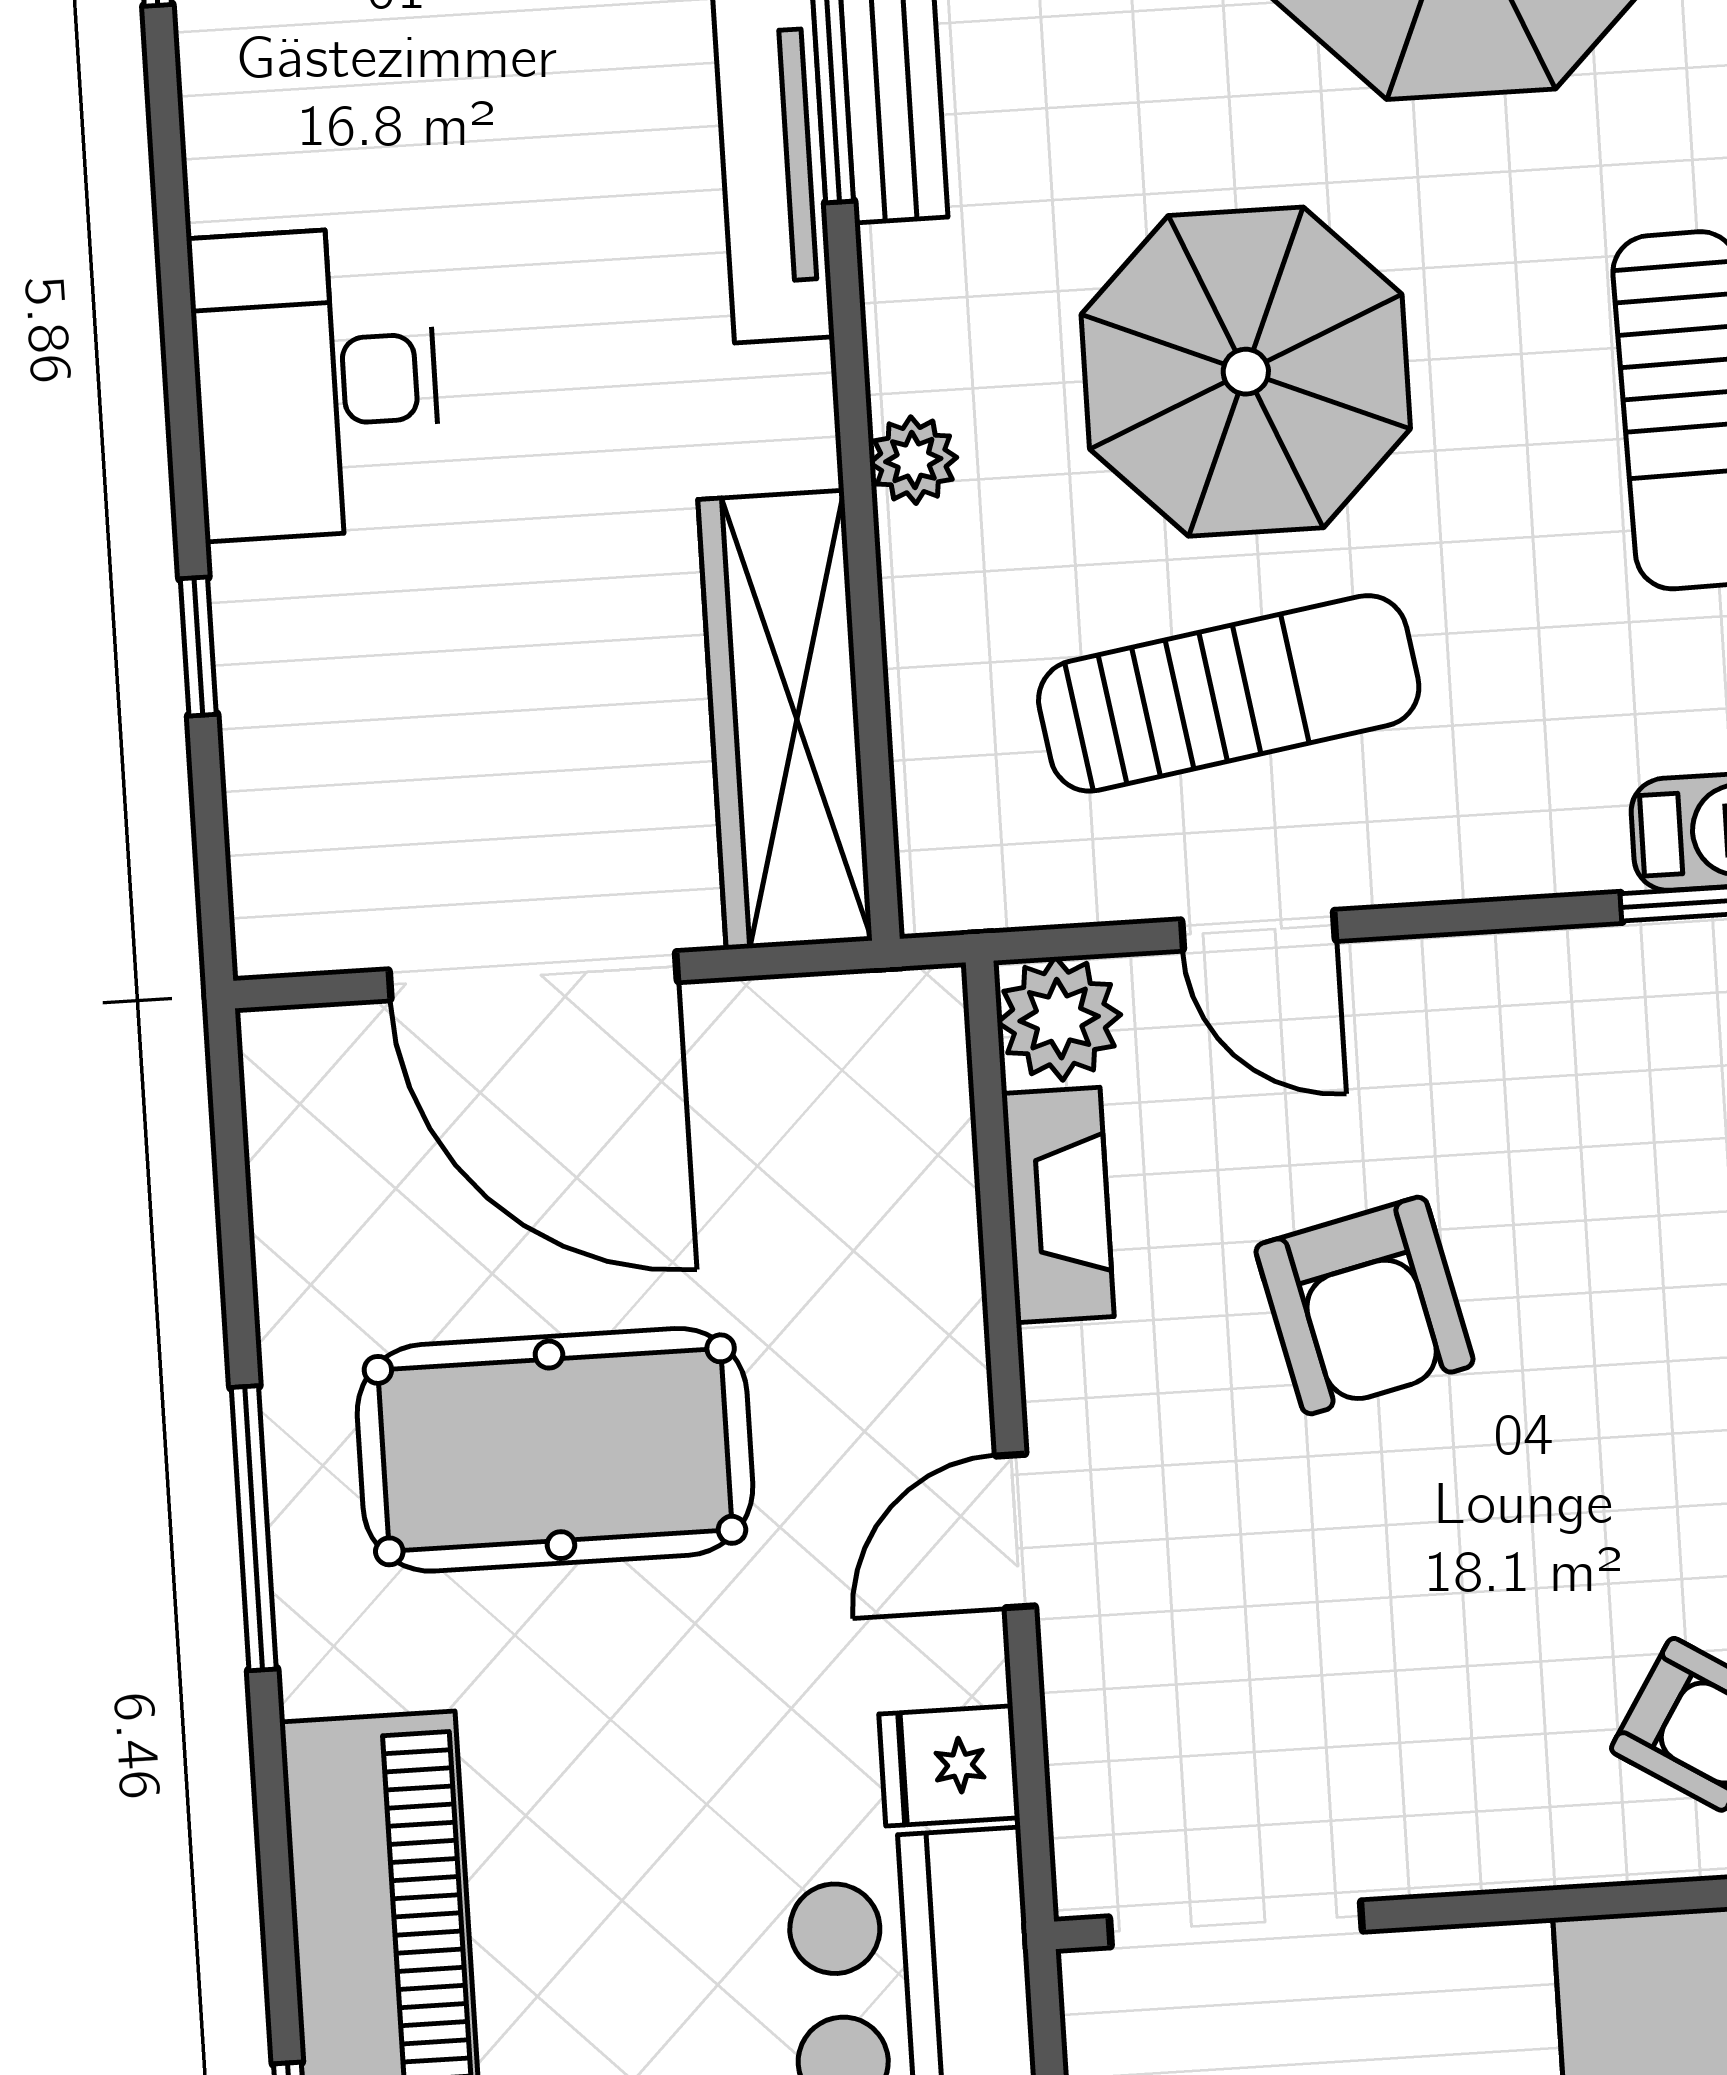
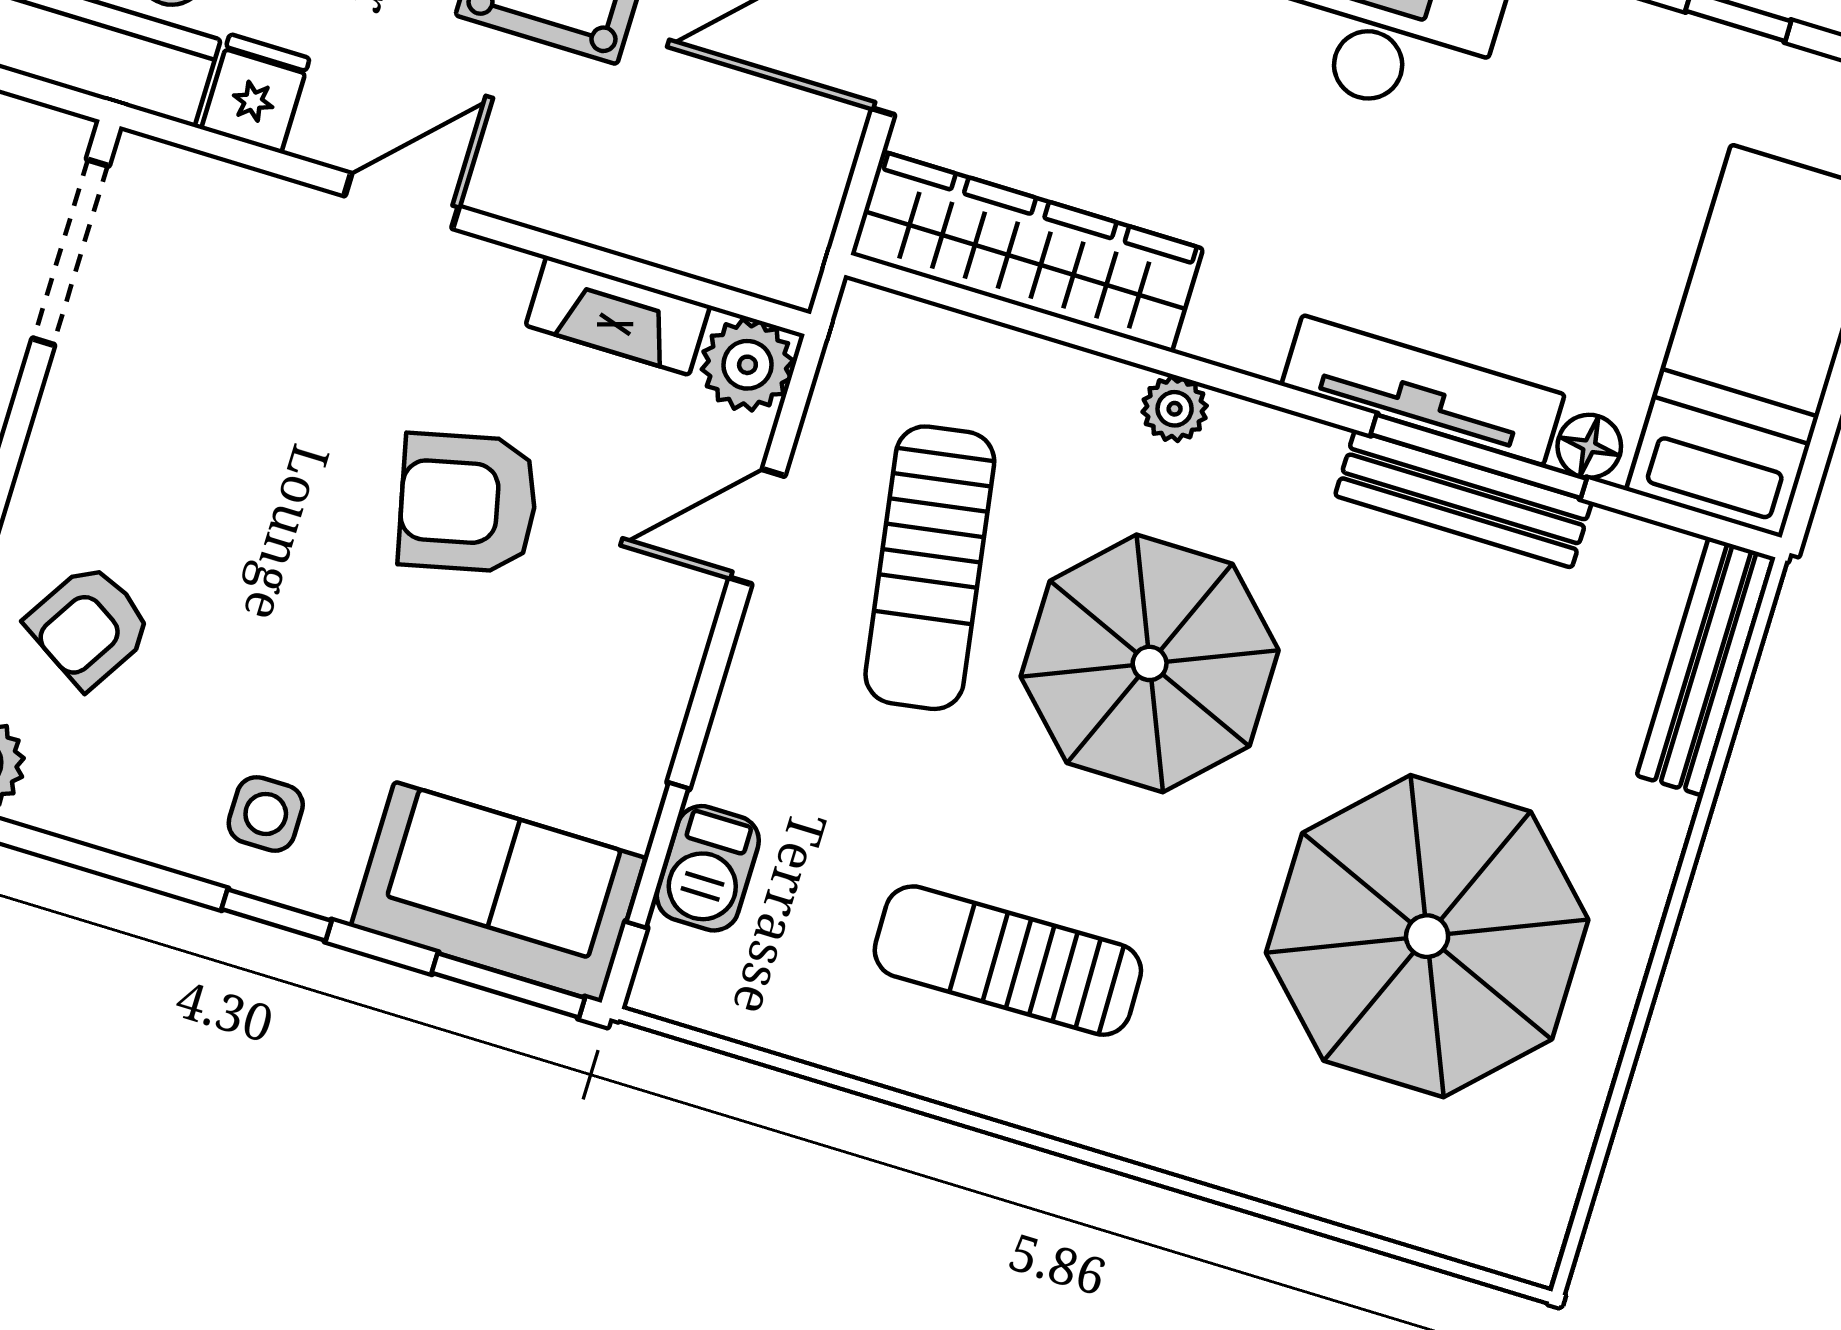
door: (1015, 1531) -> (402, 201), hinge flipped

